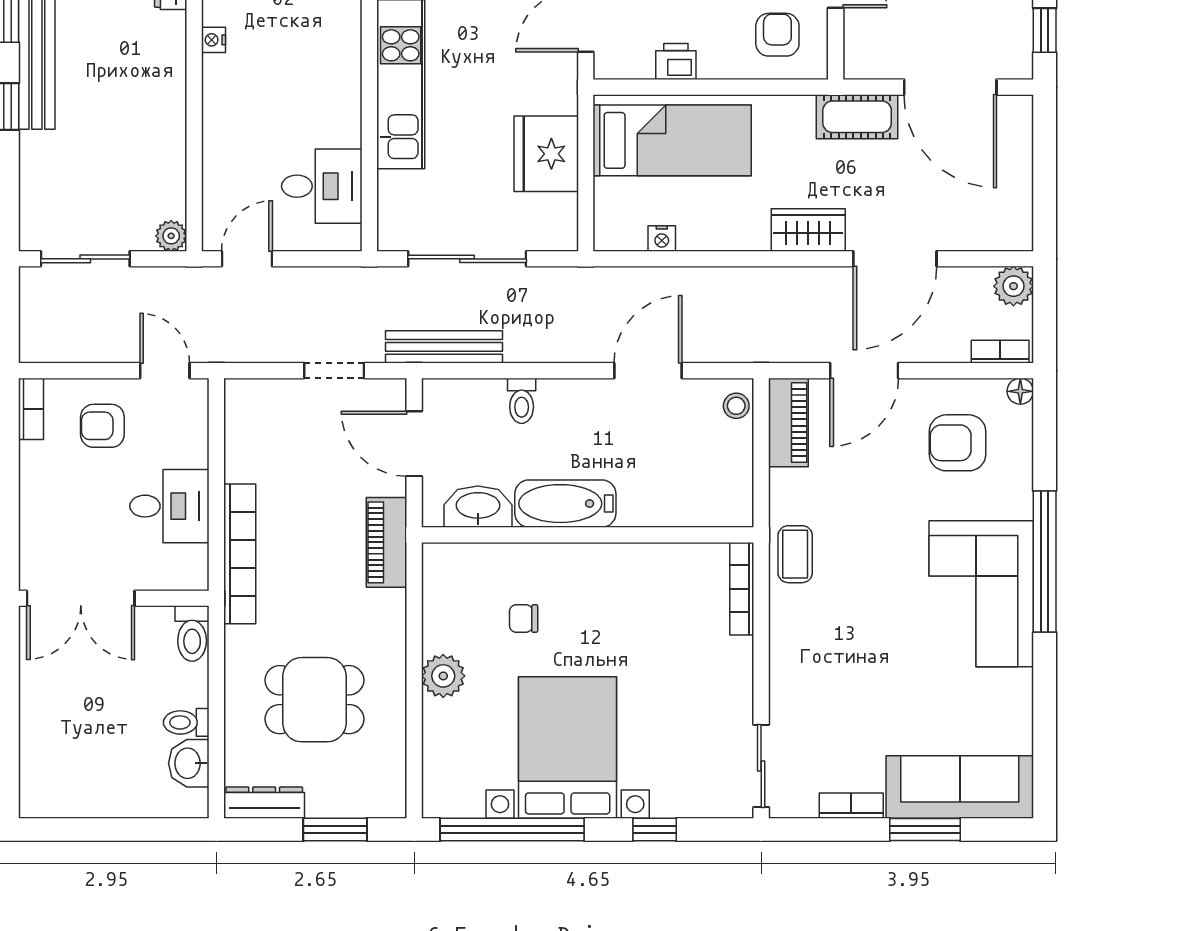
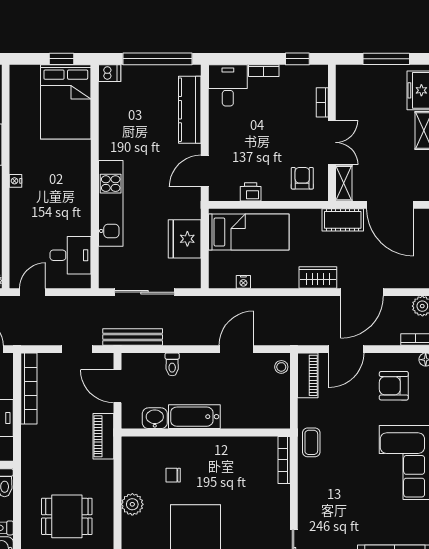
shelving: (859, 44) -> (344, 183), added
washbasin: (478, 507) -> (155, 418), width x0.72
bookcase: (240, 554) -> (29, 388), moved

